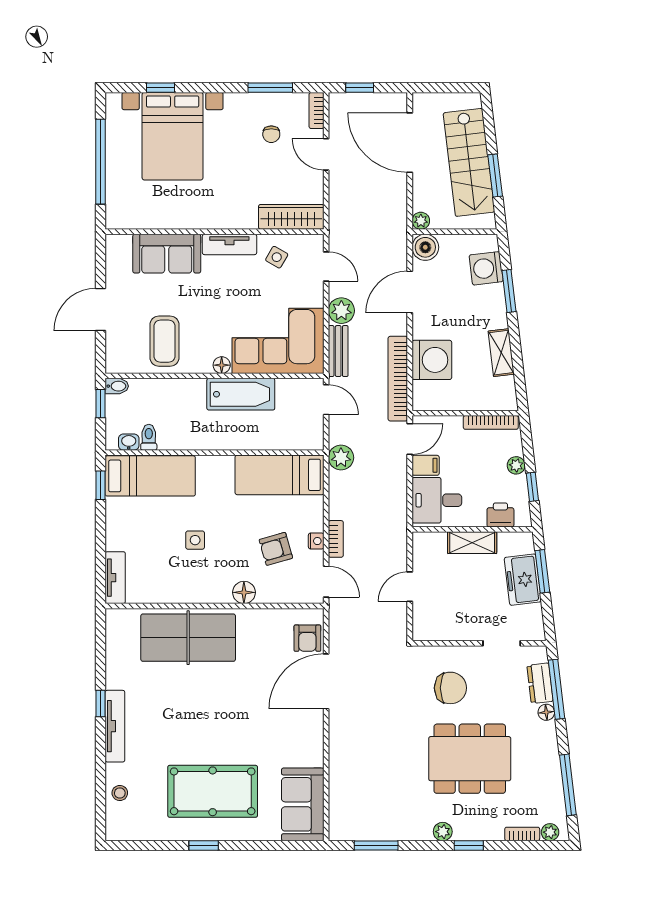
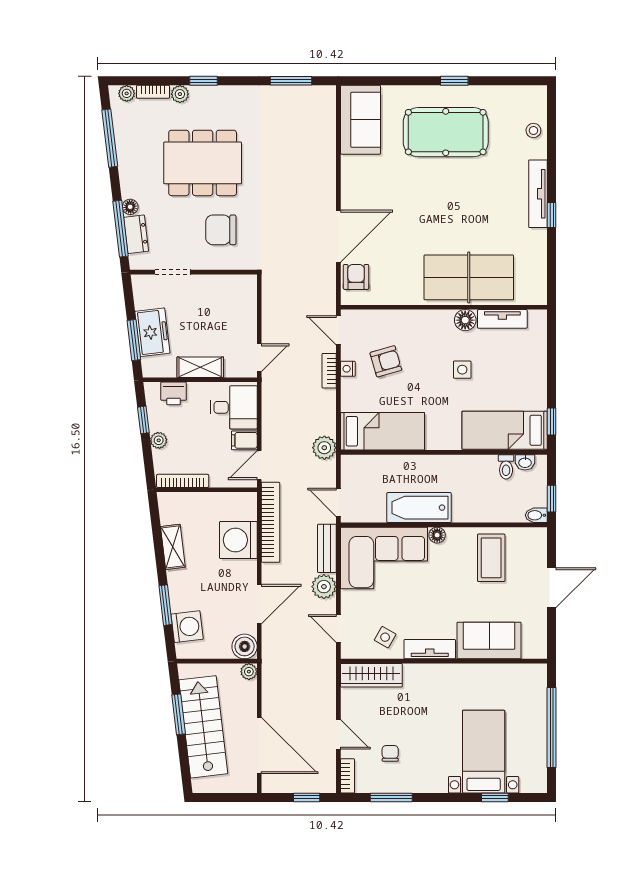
bed with nightstands: (173, 136) -> (484, 752), width x0.73
tv unit: (115, 578) -> (502, 319), moved, turned -90
door: (410, 587) -> (259, 358), moved
floor lamp: (244, 592) -> (465, 320), moved
plant: (443, 832) -> (180, 94), moved

